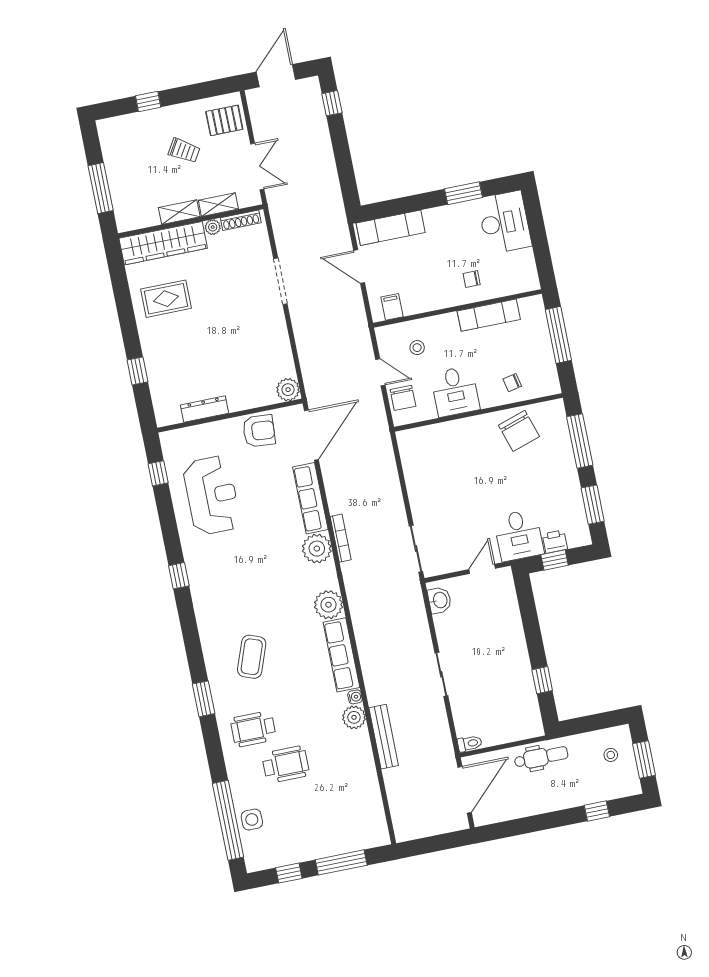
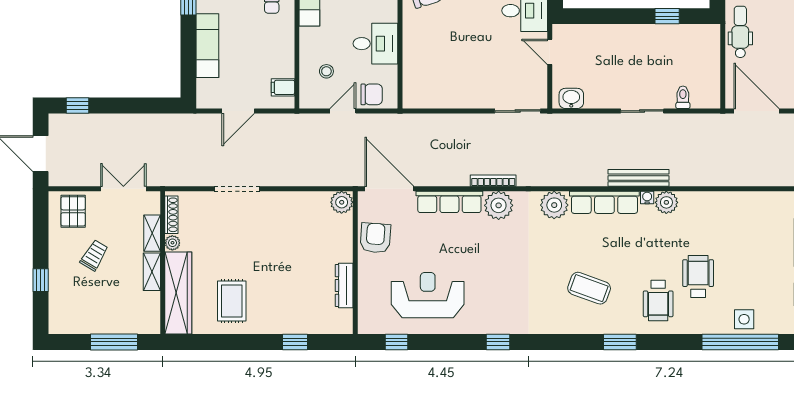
exam couch: (391, 228) -> (207, 46), moved
bench: (384, 737) -> (639, 178), moved
toilet: (470, 743) -> (683, 97), moved

